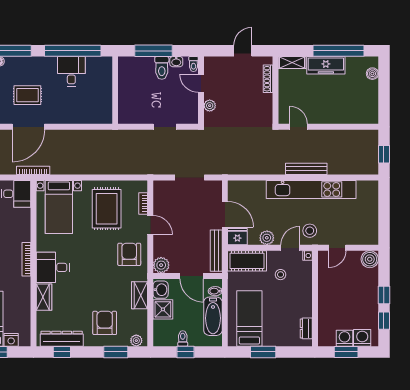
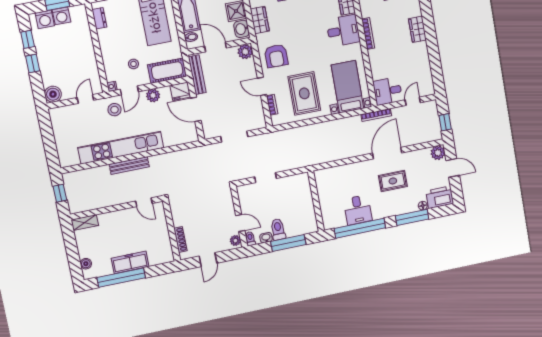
shelving: (292, 63) -> (85, 223), moved
plant: (210, 106) -> (235, 241), moved

